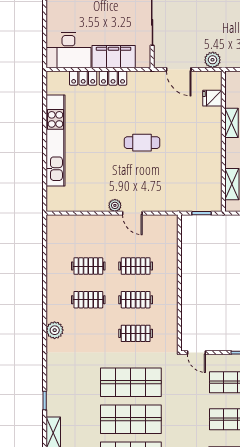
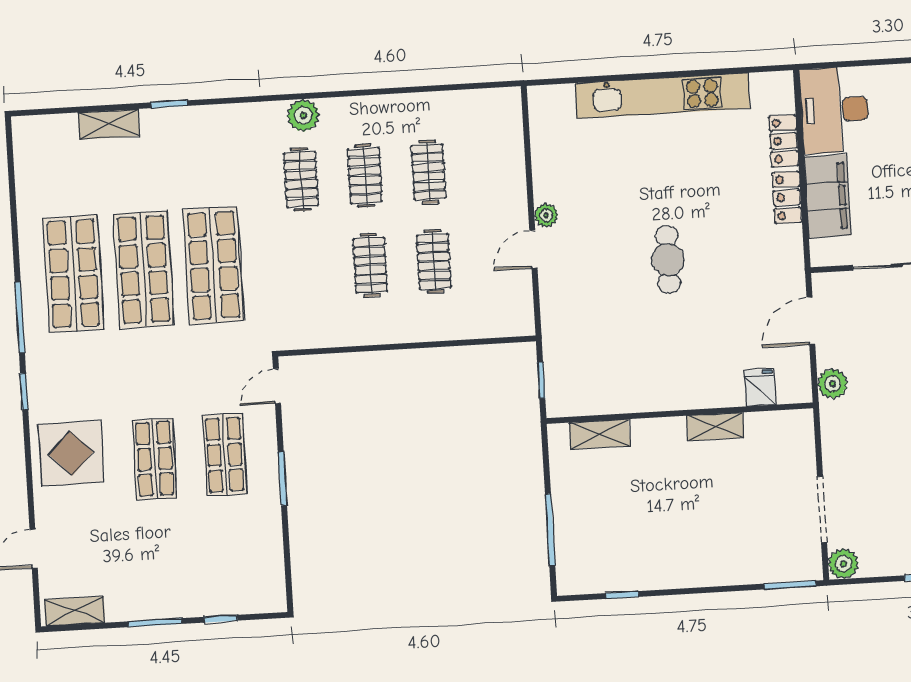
clothes rail: (136, 333) -> (301, 179), moved

